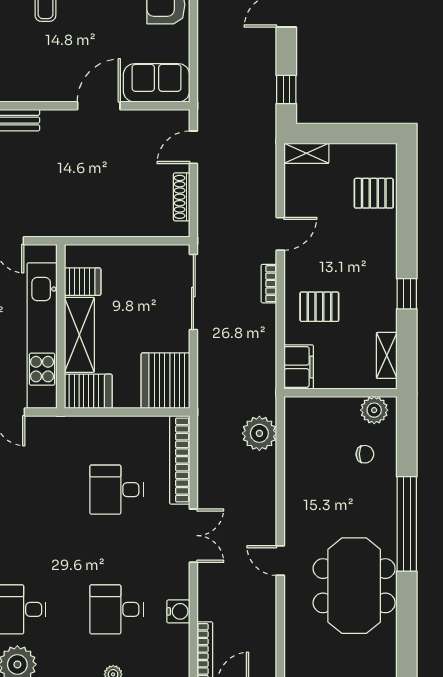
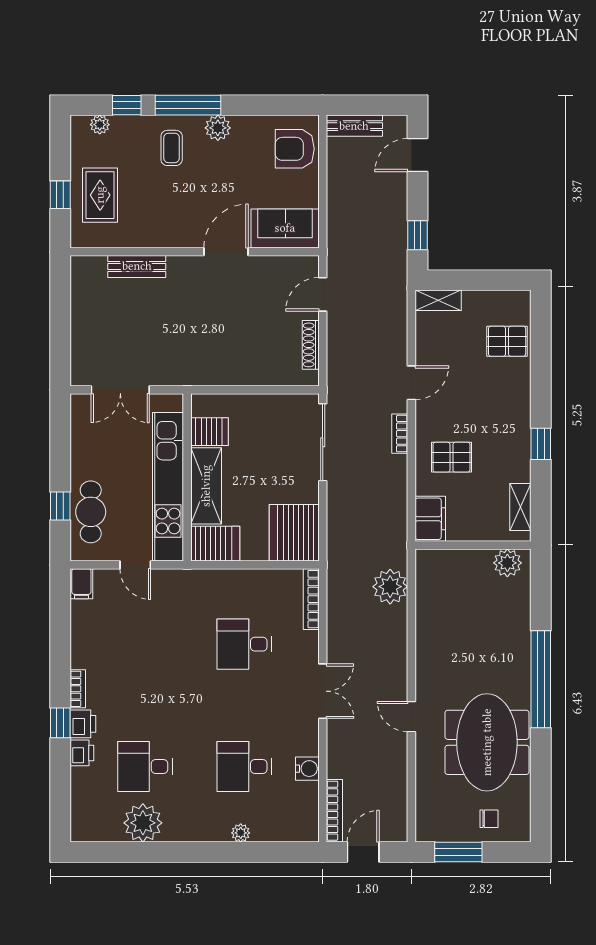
chair: (365, 454) -> (489, 819), moved
bookcase: (180, 460) -> (311, 599), width x0.68, depth x0.76

